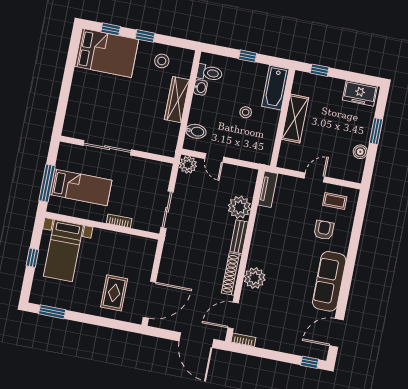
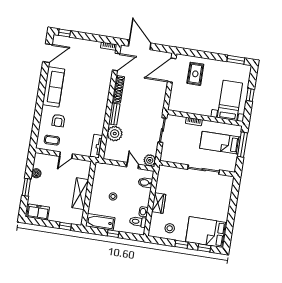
bathtub: (275, 88) -> (100, 222), moved, turned -90
wardrobe: (177, 100) -> (159, 203), width x0.67
plant: (255, 278) -> (103, 87), removed

